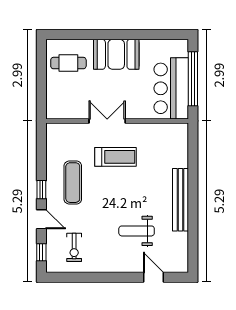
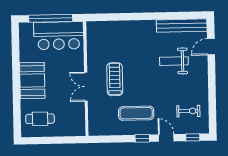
cafe table: (68, 63) -> (40, 119), turned 90
bench: (181, 200) -> (182, 26), moved
door: (41, 219) -> (166, 138), hinge flipped
weight bench: (137, 231) -> (174, 61), turned 90

